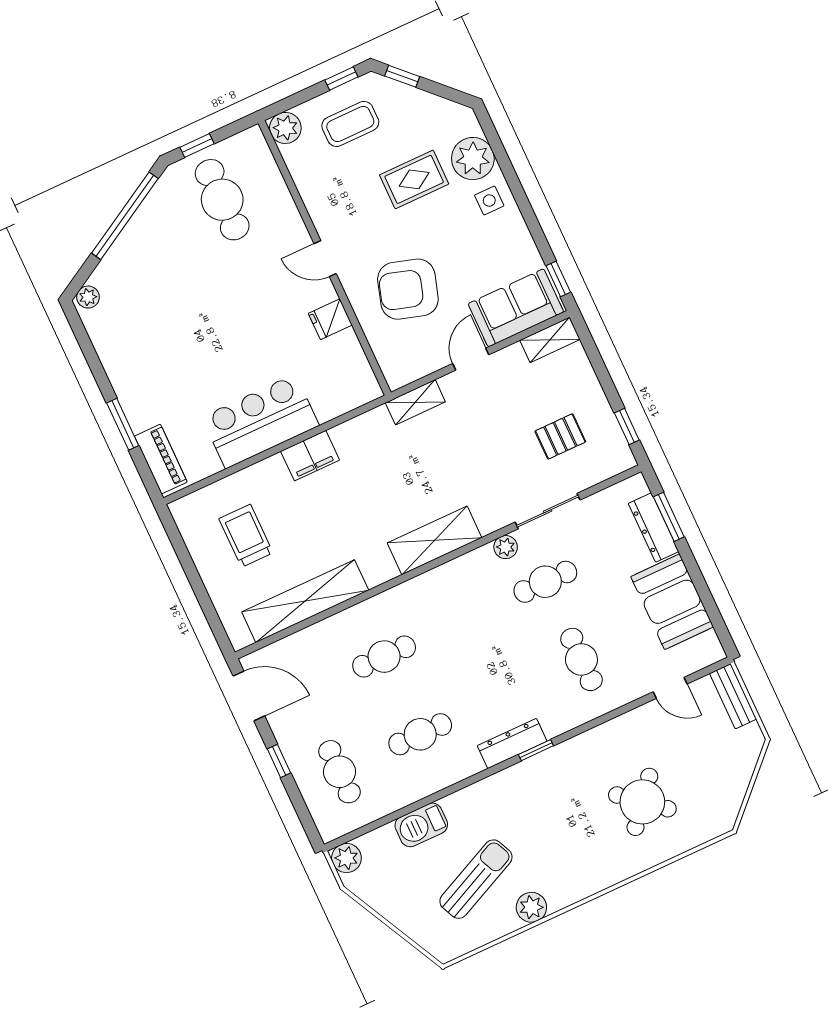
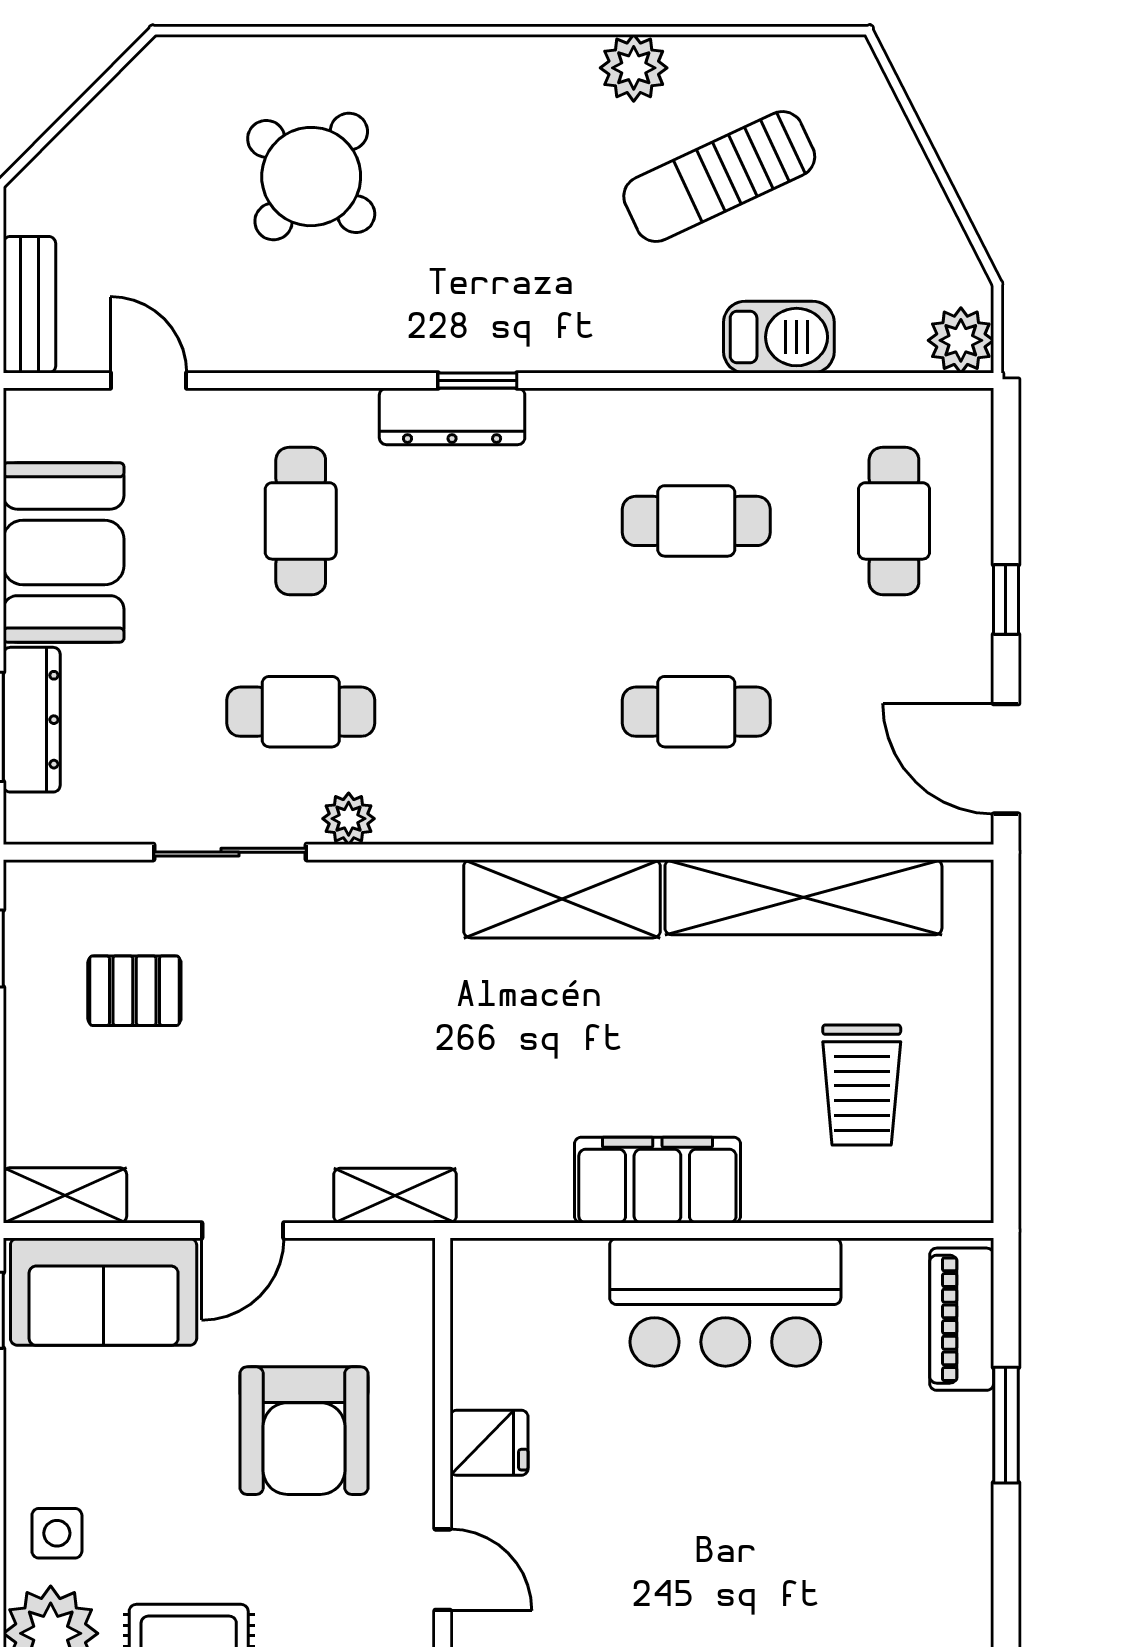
armchair: (408, 289) -> (304, 1431), turned 73
filing cabinet: (310, 456) -> (657, 1180), width x1.50, depth x1.17
shelving: (435, 540) -> (562, 899), moved
dresser: (512, 743) -> (452, 416), moved

